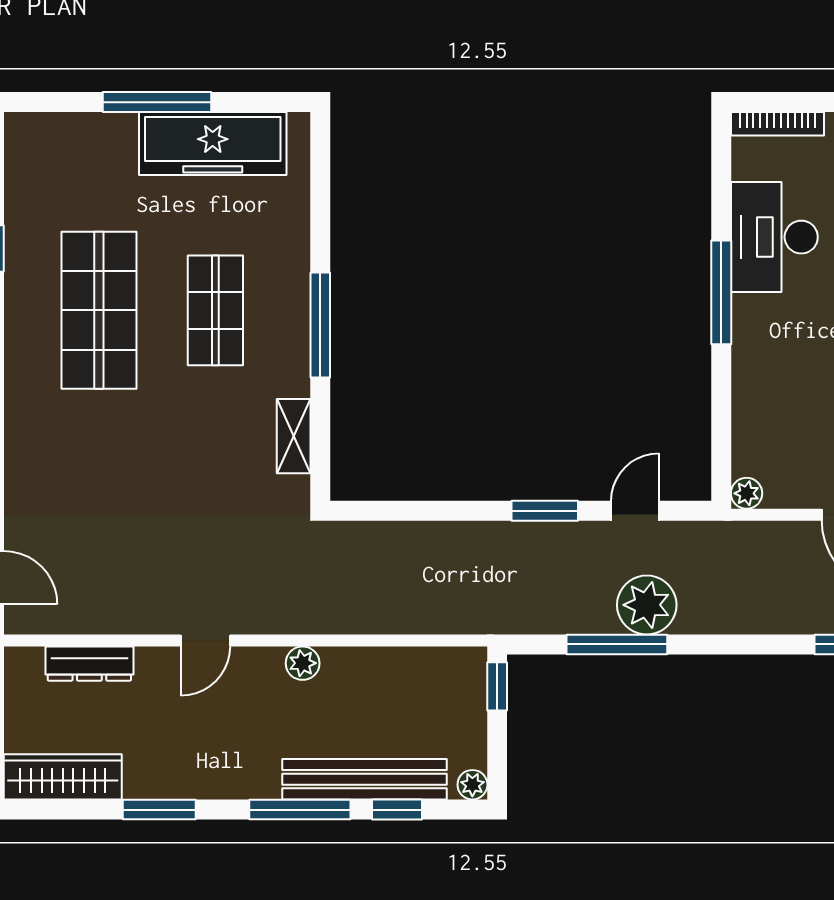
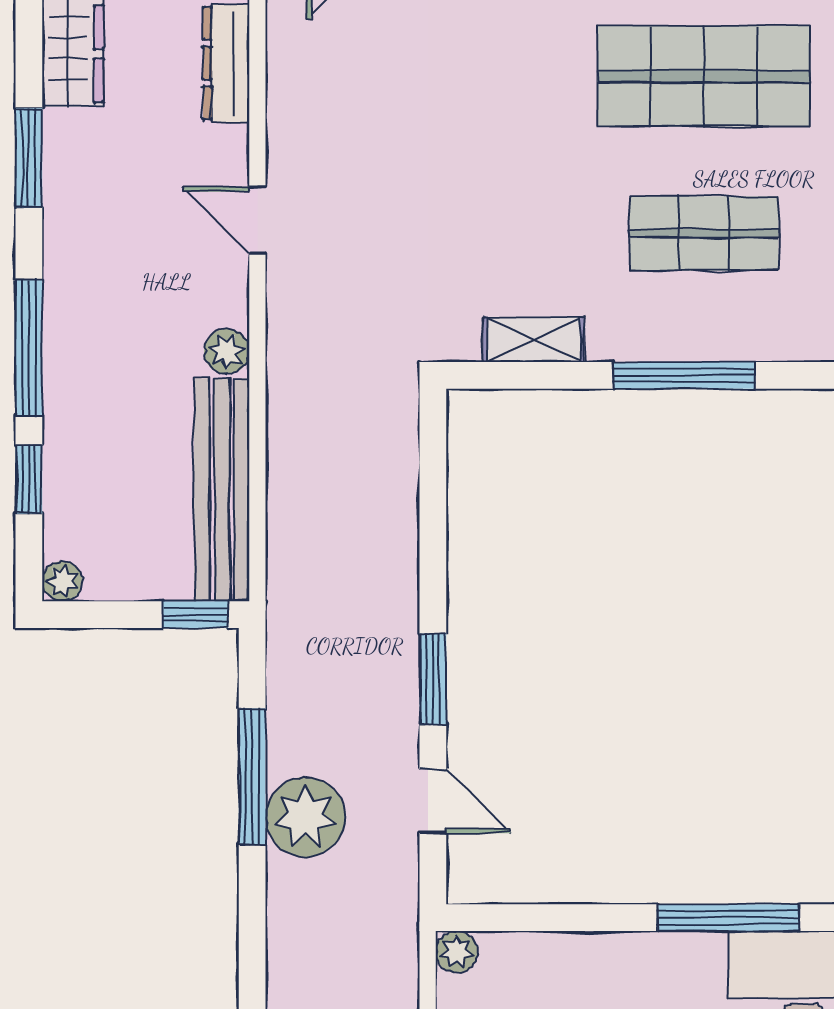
bench: (364, 779) -> (222, 490), moved

